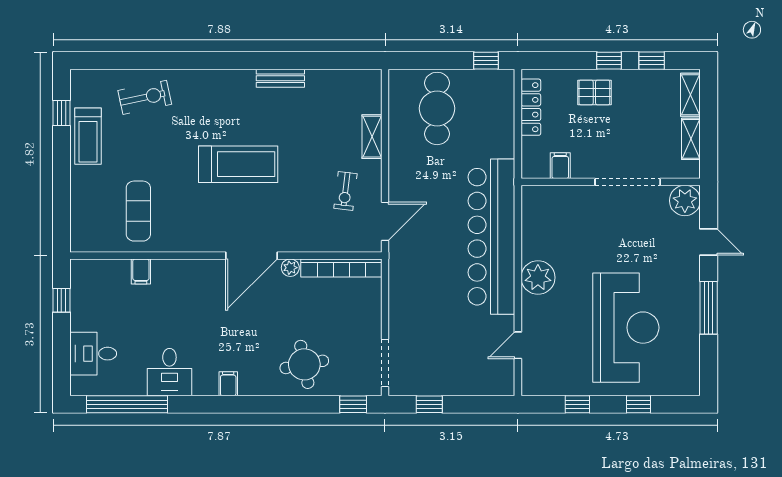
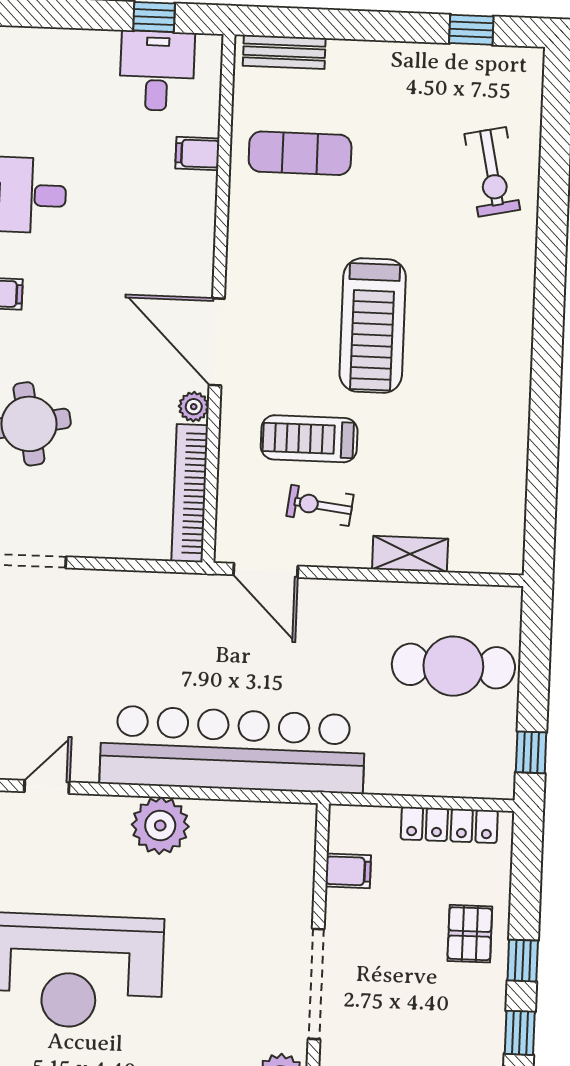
bench: (280, 78) -> (284, 52), moved, turned 90
treadmill: (88, 136) -> (309, 439), moved
door: (518, 345) -> (47, 787), hinge flipped
desk: (93, 354) -> (157, 71), moved

